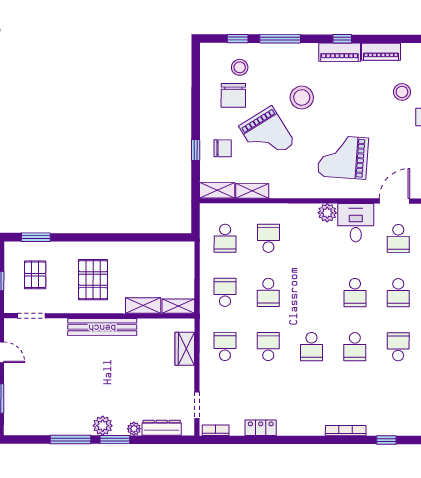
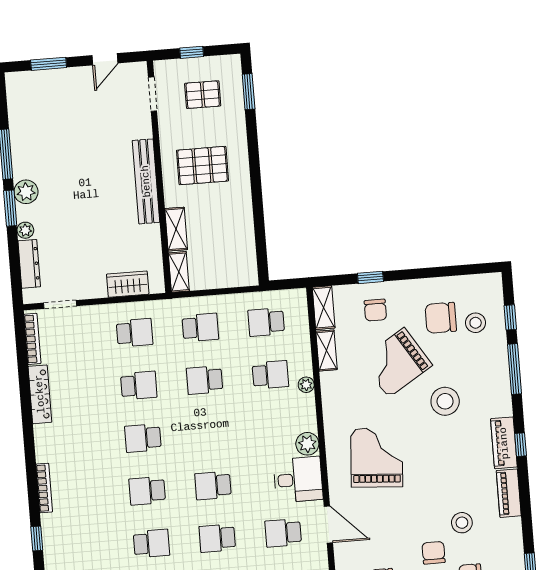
plant: (279, 210) -> (306, 385), added
locker: (261, 428) -> (40, 394), width x1.53
bookcase: (216, 430) -> (32, 339), width x1.56

